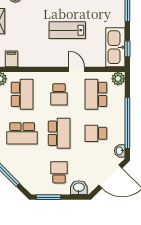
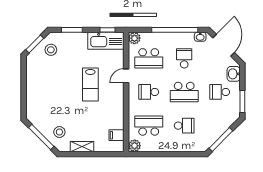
school desk: (59, 94) -> (149, 92), turned 180
school desk: (22, 133) -> (184, 126), width x0.54
school desk: (59, 133) -> (184, 92), turned 180
school desk: (96, 133) -> (184, 58), turned 180

